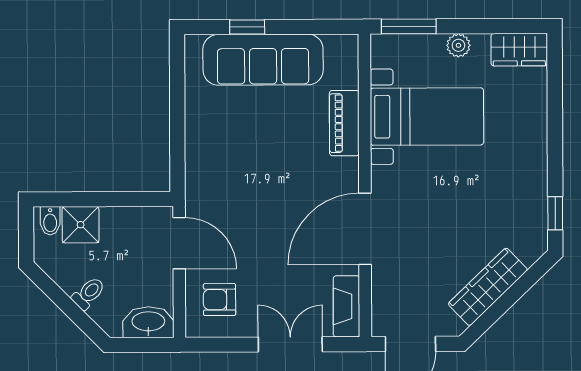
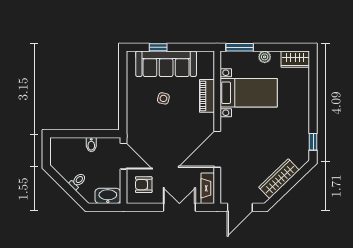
side table: (258, 128) -> (163, 98), added
bidet: (50, 221) -> (91, 145), moved
shower: (81, 225) -> (74, 147), removed

